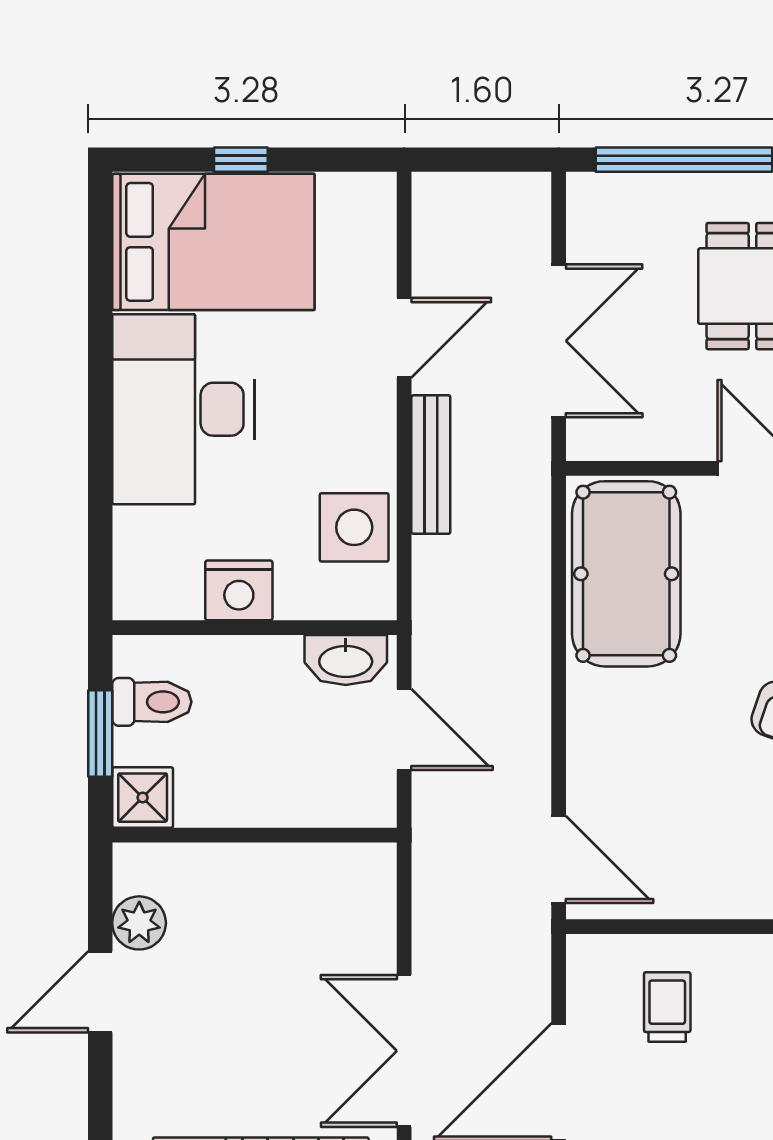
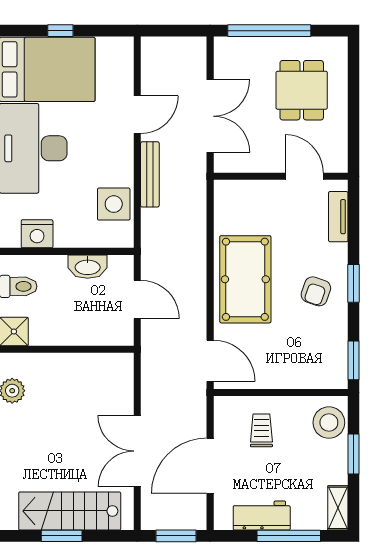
pool table: (626, 574) -> (245, 279), moved
nightstand: (239, 590) -> (37, 234), moved
washbasin: (346, 660) -> (88, 267), moved

